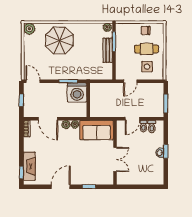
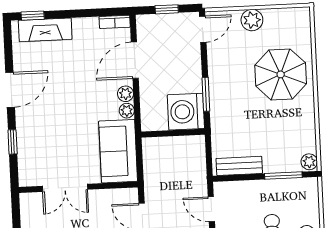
plant: (29, 29) -> (252, 20), moved
bench: (108, 50) -> (239, 166), moved
door: (61, 187) -> (10, 90), hinge flipped

